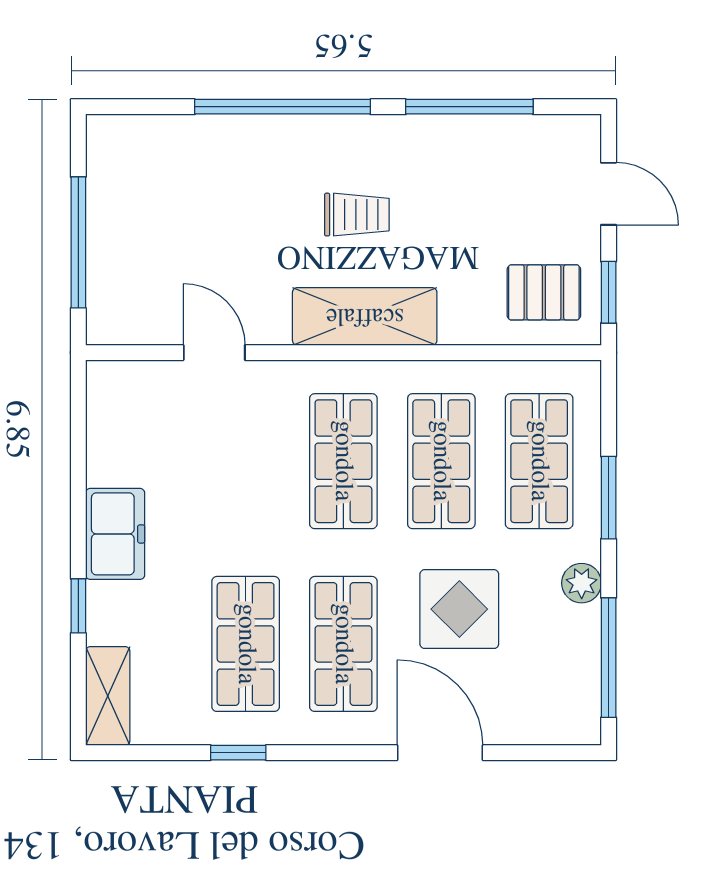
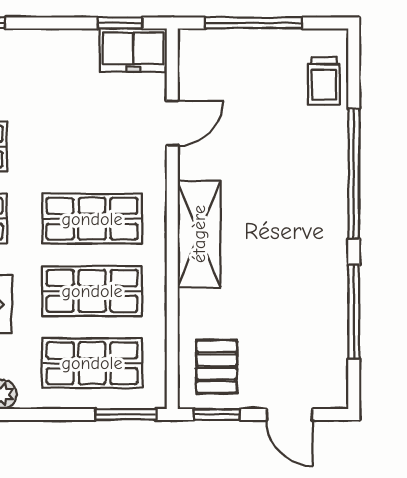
door: (609, 194) -> (289, 414), hinge flipped
trolley: (357, 215) -> (324, 81), moved
window: (78, 423) -> (120, 23), added
window: (609, 498) -> (126, 414), moved
freezer: (115, 534) -> (133, 50), moved

